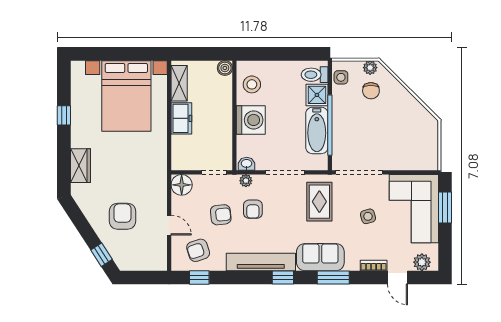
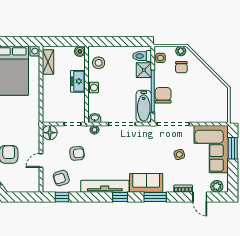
freezer: (181, 118) -> (78, 81), moved, turned 180
washing machine: (251, 120) -> (93, 88), width x0.53, depth x0.53
bathtub: (317, 130) -> (144, 106), moved
chair: (345, 131) -> (163, 95), added
rug: (319, 202) -> (145, 144), removed
armchair: (253, 209) -> (99, 150), removed
door: (169, 225) -> (41, 161), swing flipped

